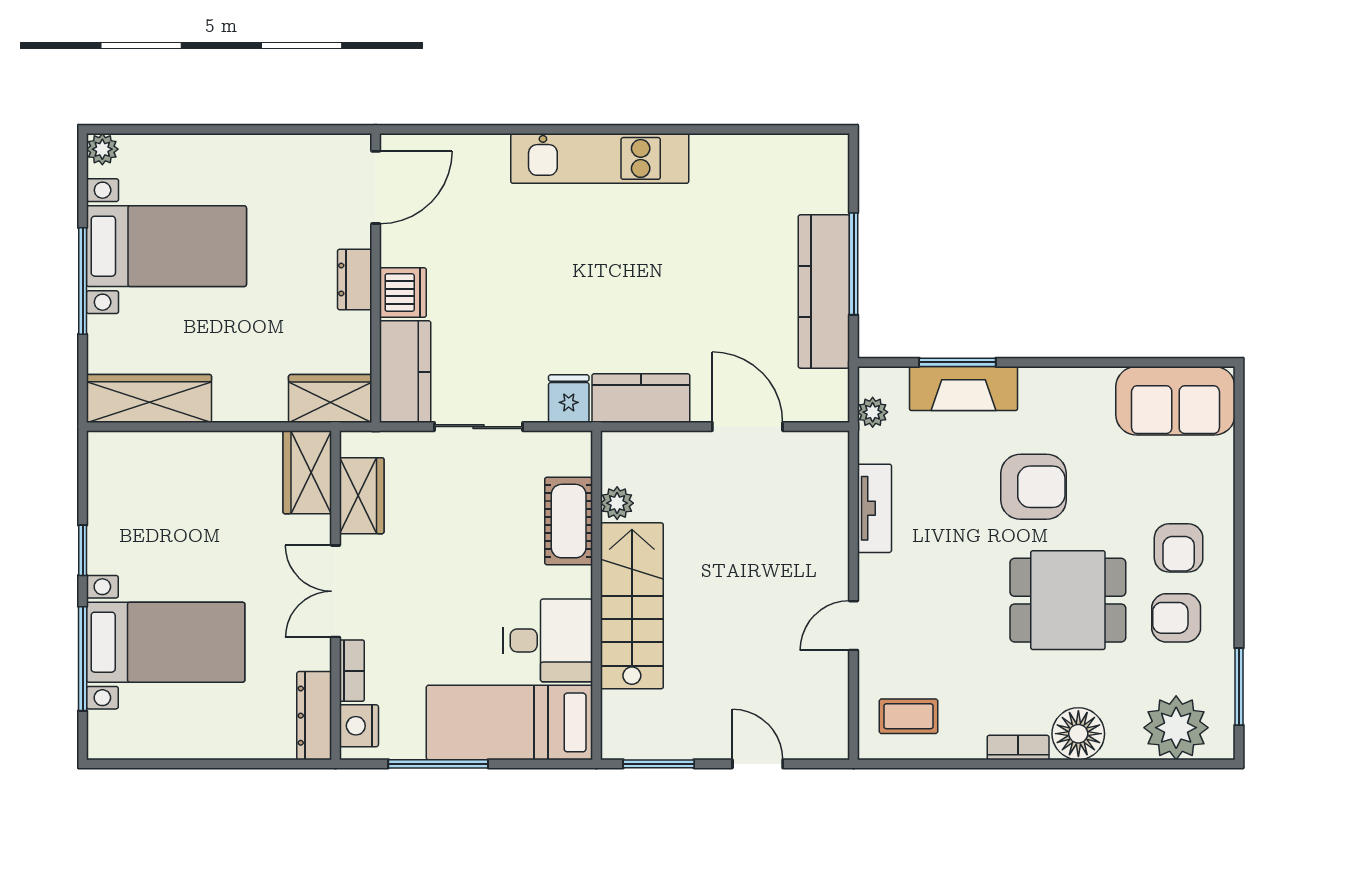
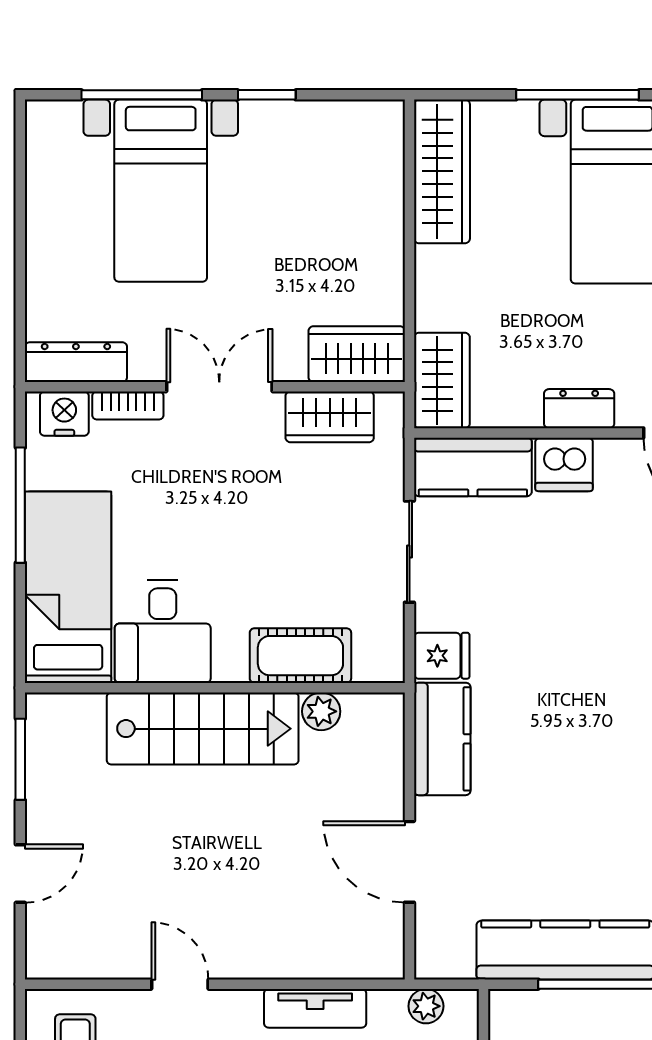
door: (747, 427) -> (409, 862), swing flipped

